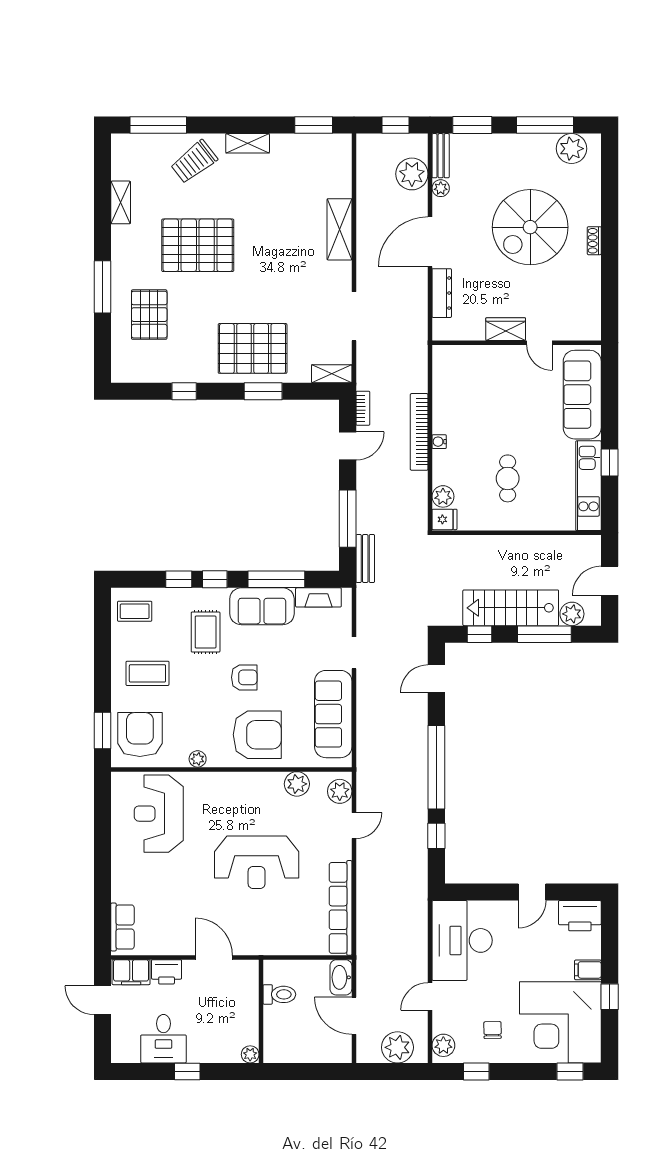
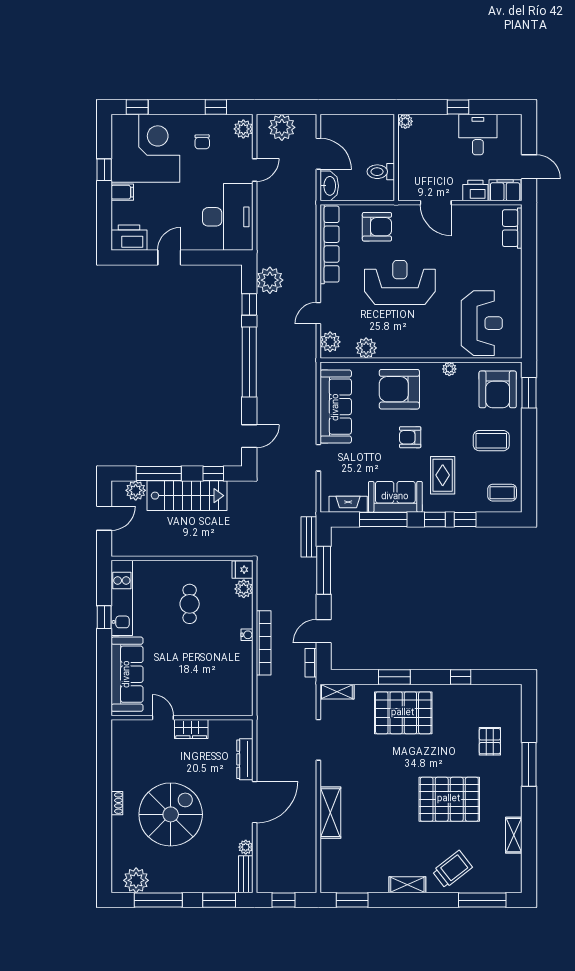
plant: (412, 174) -> (270, 280), moved
pallet: (149, 315) -> (490, 741), width x0.67, depth x0.71
armchair: (284, 929) -> (377, 227), added

